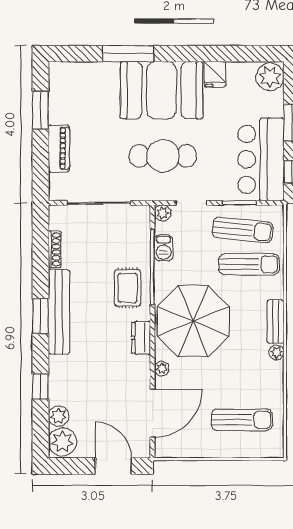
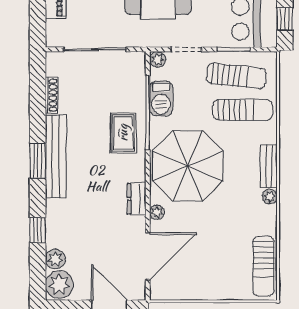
barbecue: (164, 248) -> (161, 99), width x1.38, depth x1.27
dresser: (141, 338) -> (136, 199), moved
sun lounger: (242, 420) -> (263, 266), moved, turned 90

